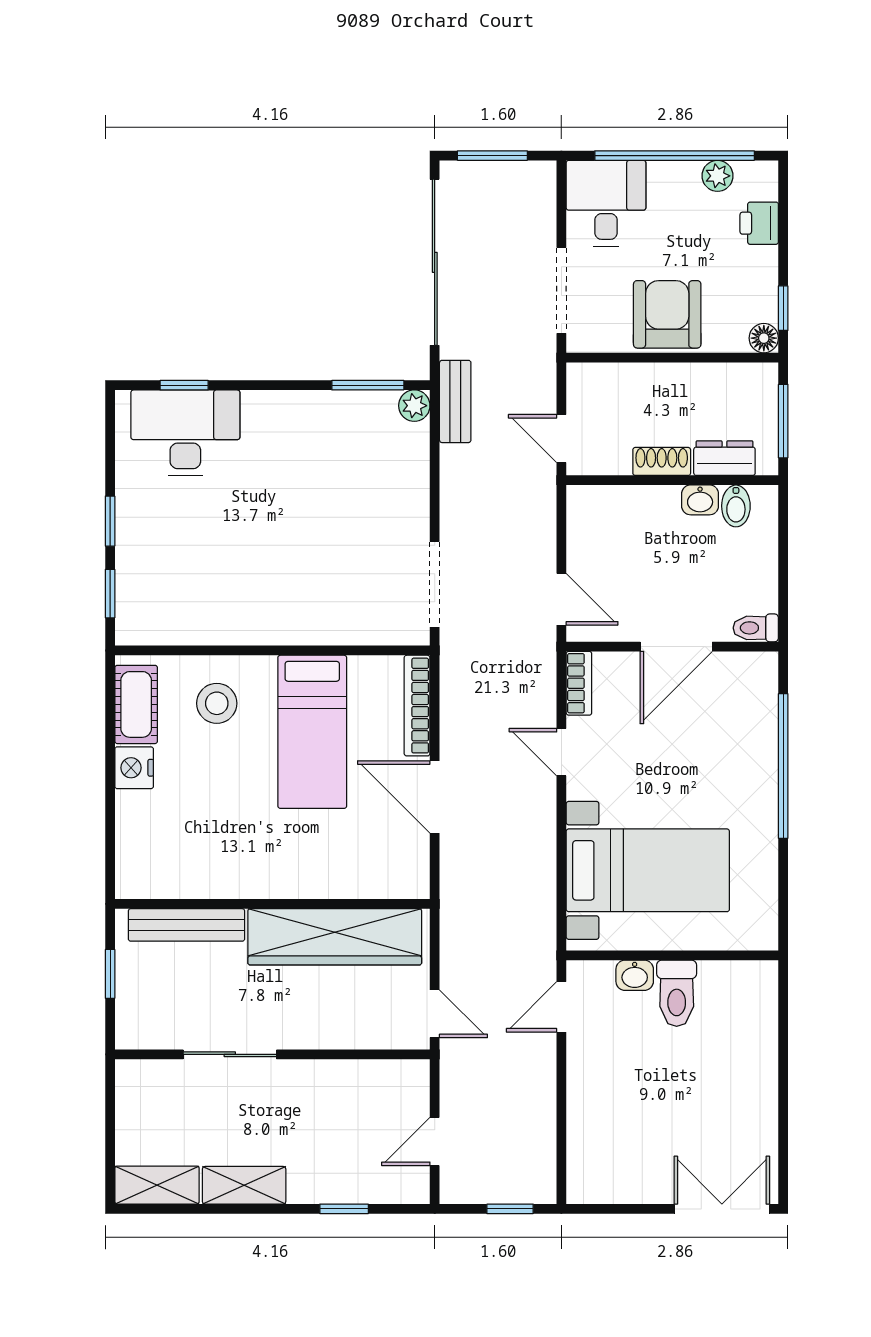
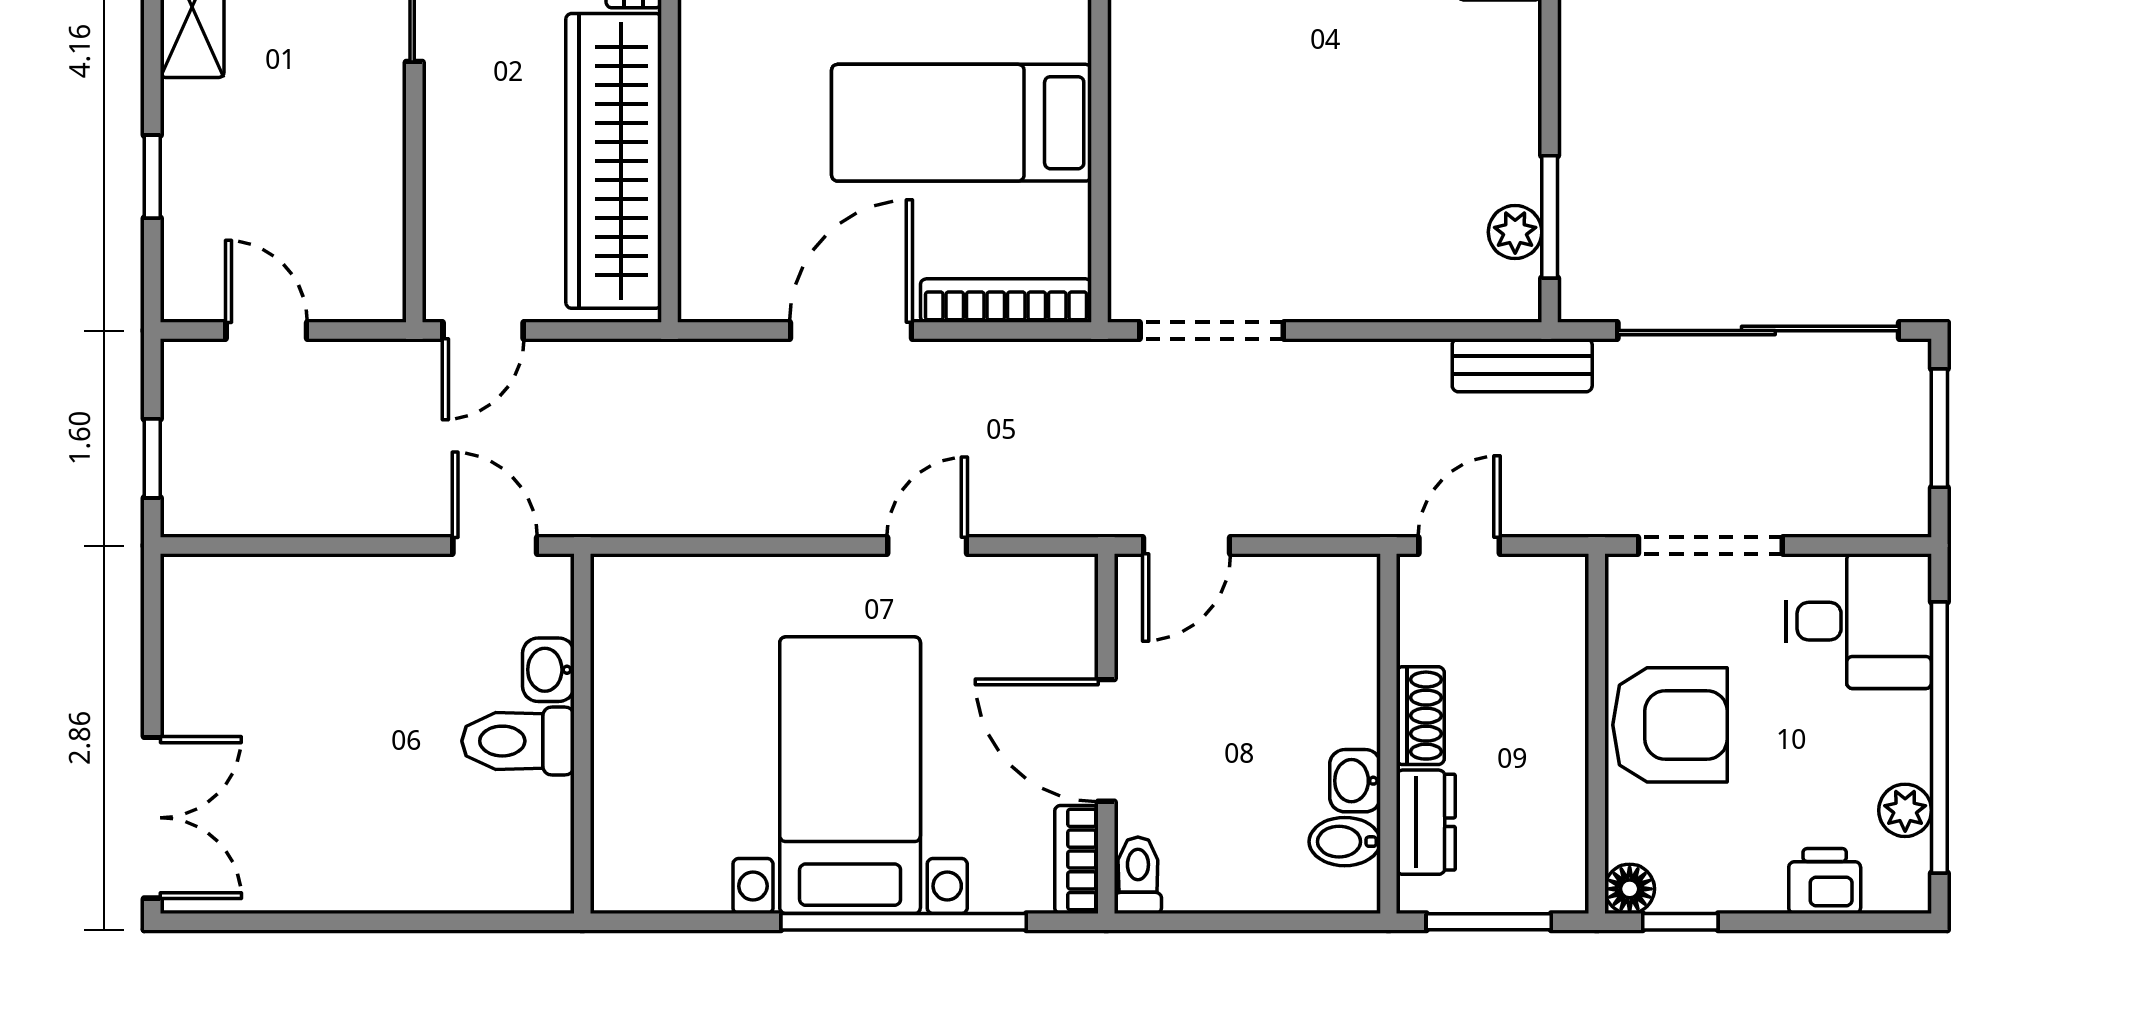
plant: (414, 406) -> (1515, 232), moved
bookcase: (579, 683) -> (1077, 859), moved, turned 90
bed with nightstands: (648, 870) -> (850, 775), moved, turned 180

